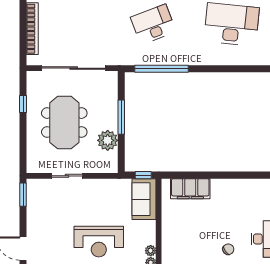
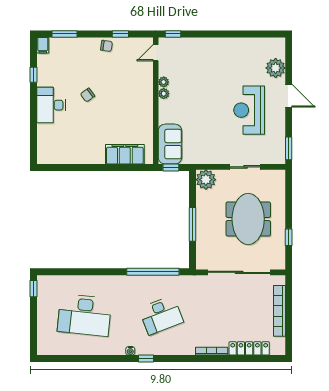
plant: (108, 140) -> (206, 180), moved
reception desk: (99, 242) -> (249, 110), moved, turned -90

